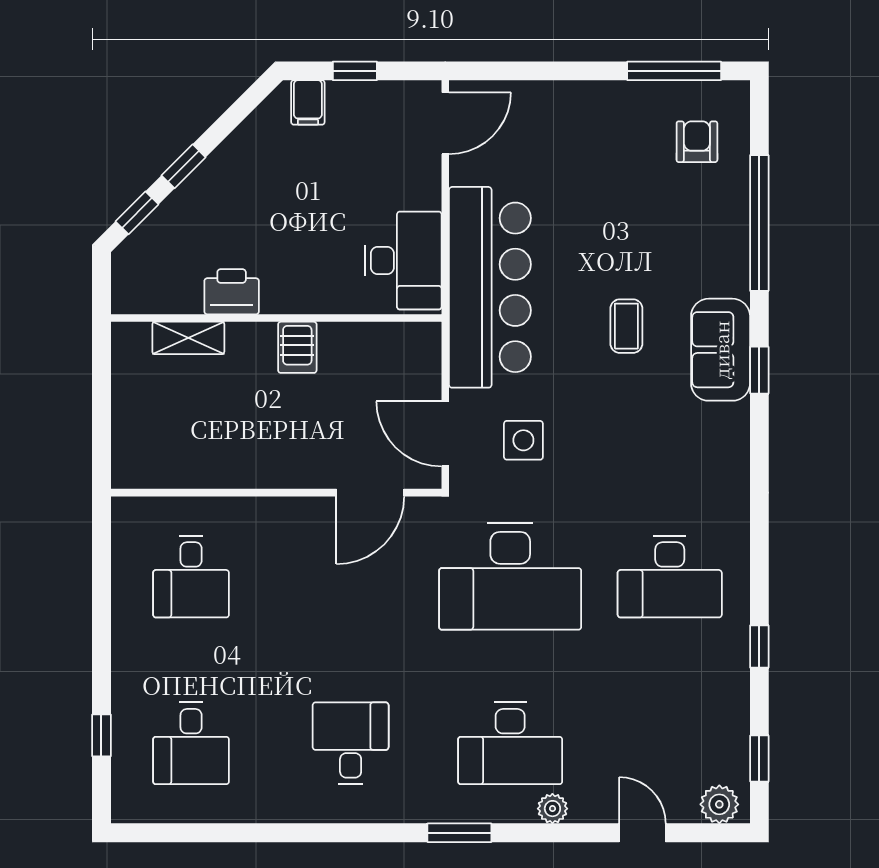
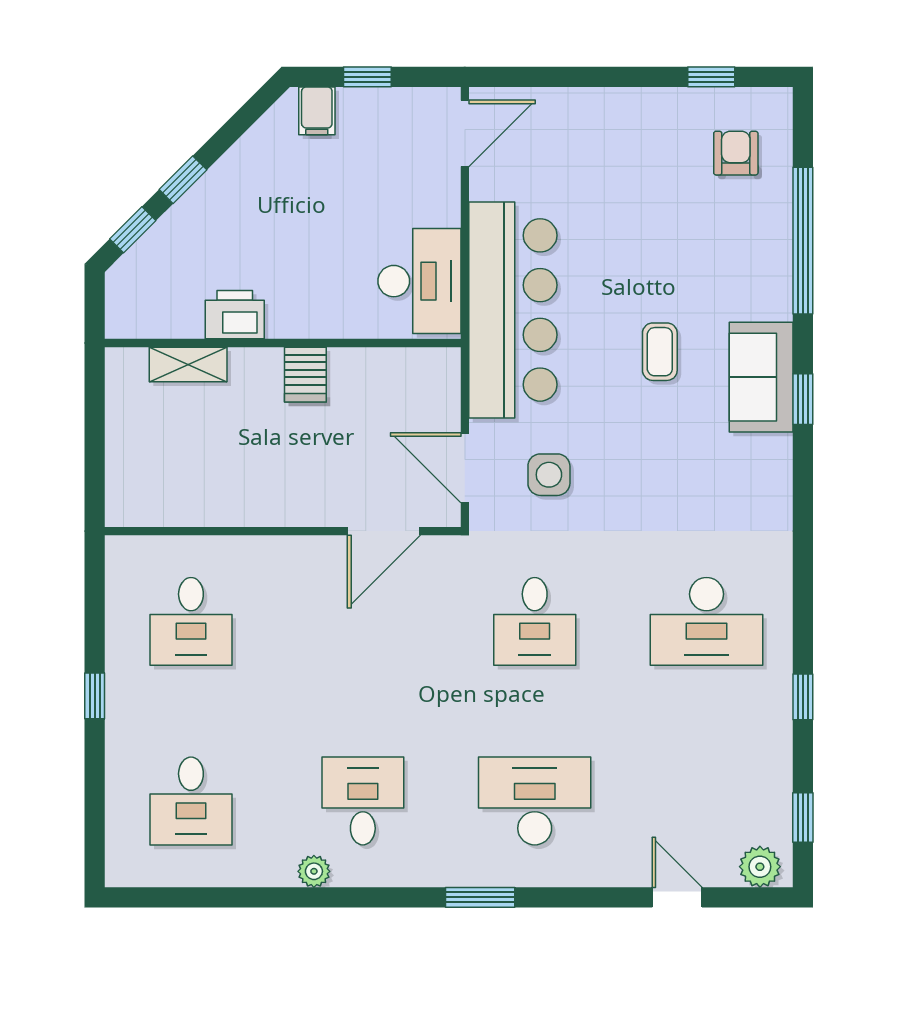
window: (674, 71) -> (711, 77), width x0.46
desk: (510, 577) -> (535, 621), width x0.53, depth x0.77
window: (101, 735) -> (95, 696), moved
desk: (510, 743) -> (535, 801), turned 180
plant: (552, 809) -> (314, 871), moved

